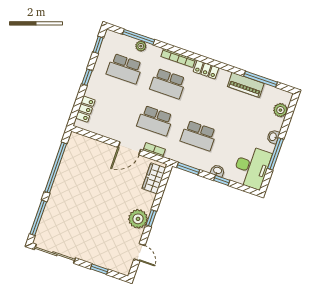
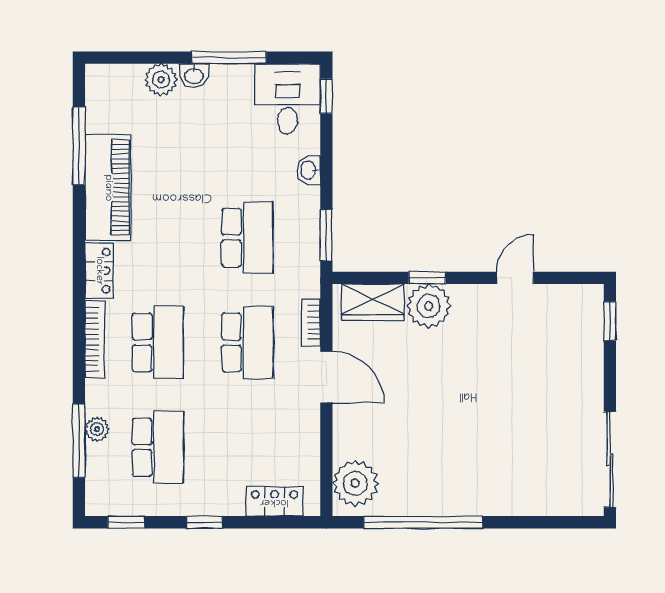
piano: (246, 85) -> (108, 188), width x1.37, depth x1.33
plant: (280, 110) -> (161, 80), moved
plant: (81, 145) -> (355, 483), added
desk: (252, 167) -> (288, 99), width x0.73
window: (222, 180) -> (326, 96), moved
window: (38, 218) -> (544, 522), removed
window: (151, 218) -> (427, 278), moved
plant: (138, 219) -> (429, 306), moved
door: (139, 252) -> (515, 278), moved
window: (99, 269) -> (610, 321), moved

